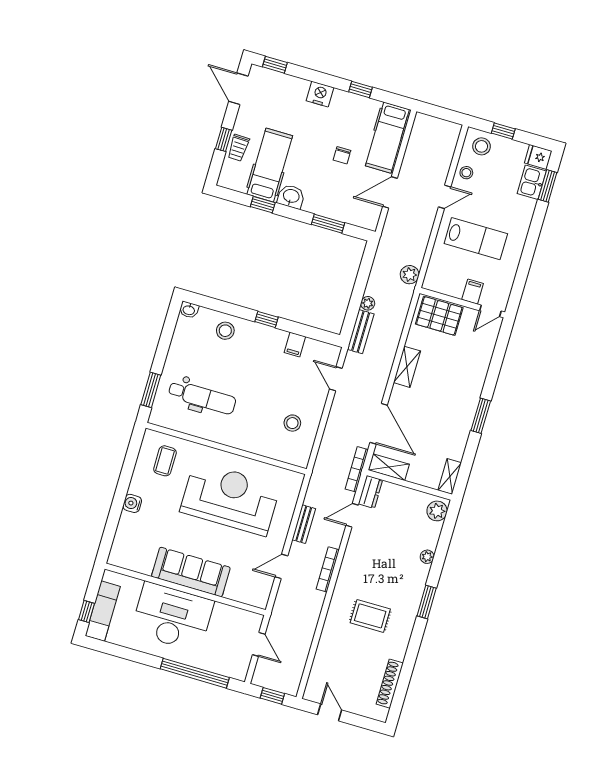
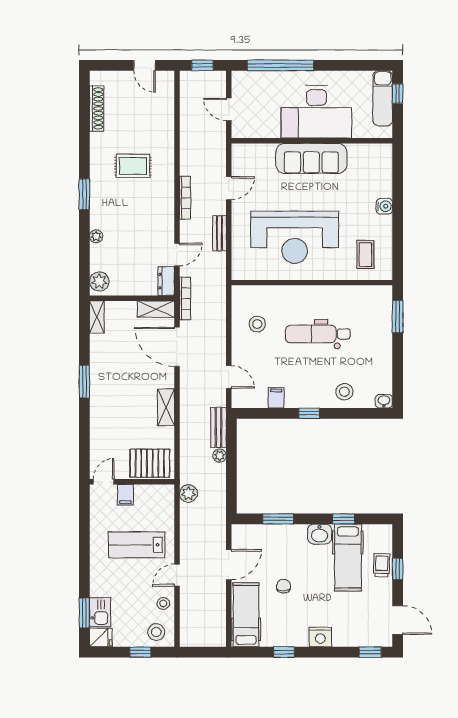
dental chair: (202, 397) -> (318, 334), moved

